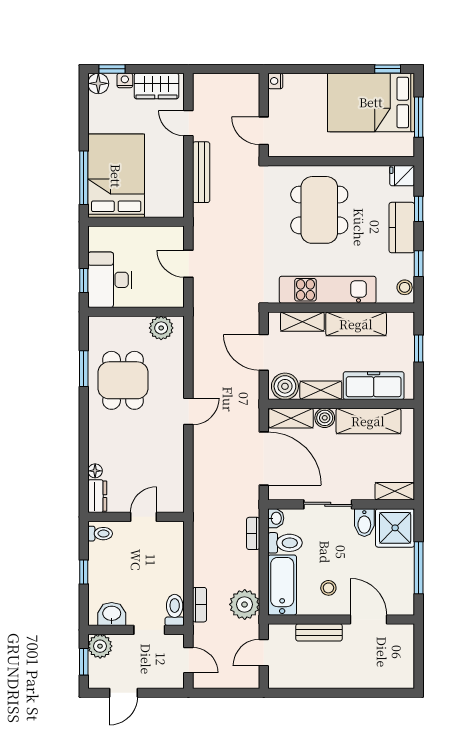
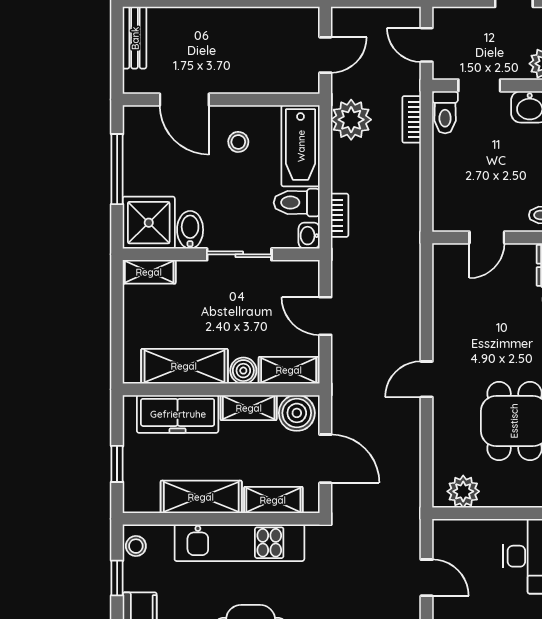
door: (264, 458) -> (325, 316), width x0.53
bench: (319, 632) -> (135, 38), moved, turned 90

